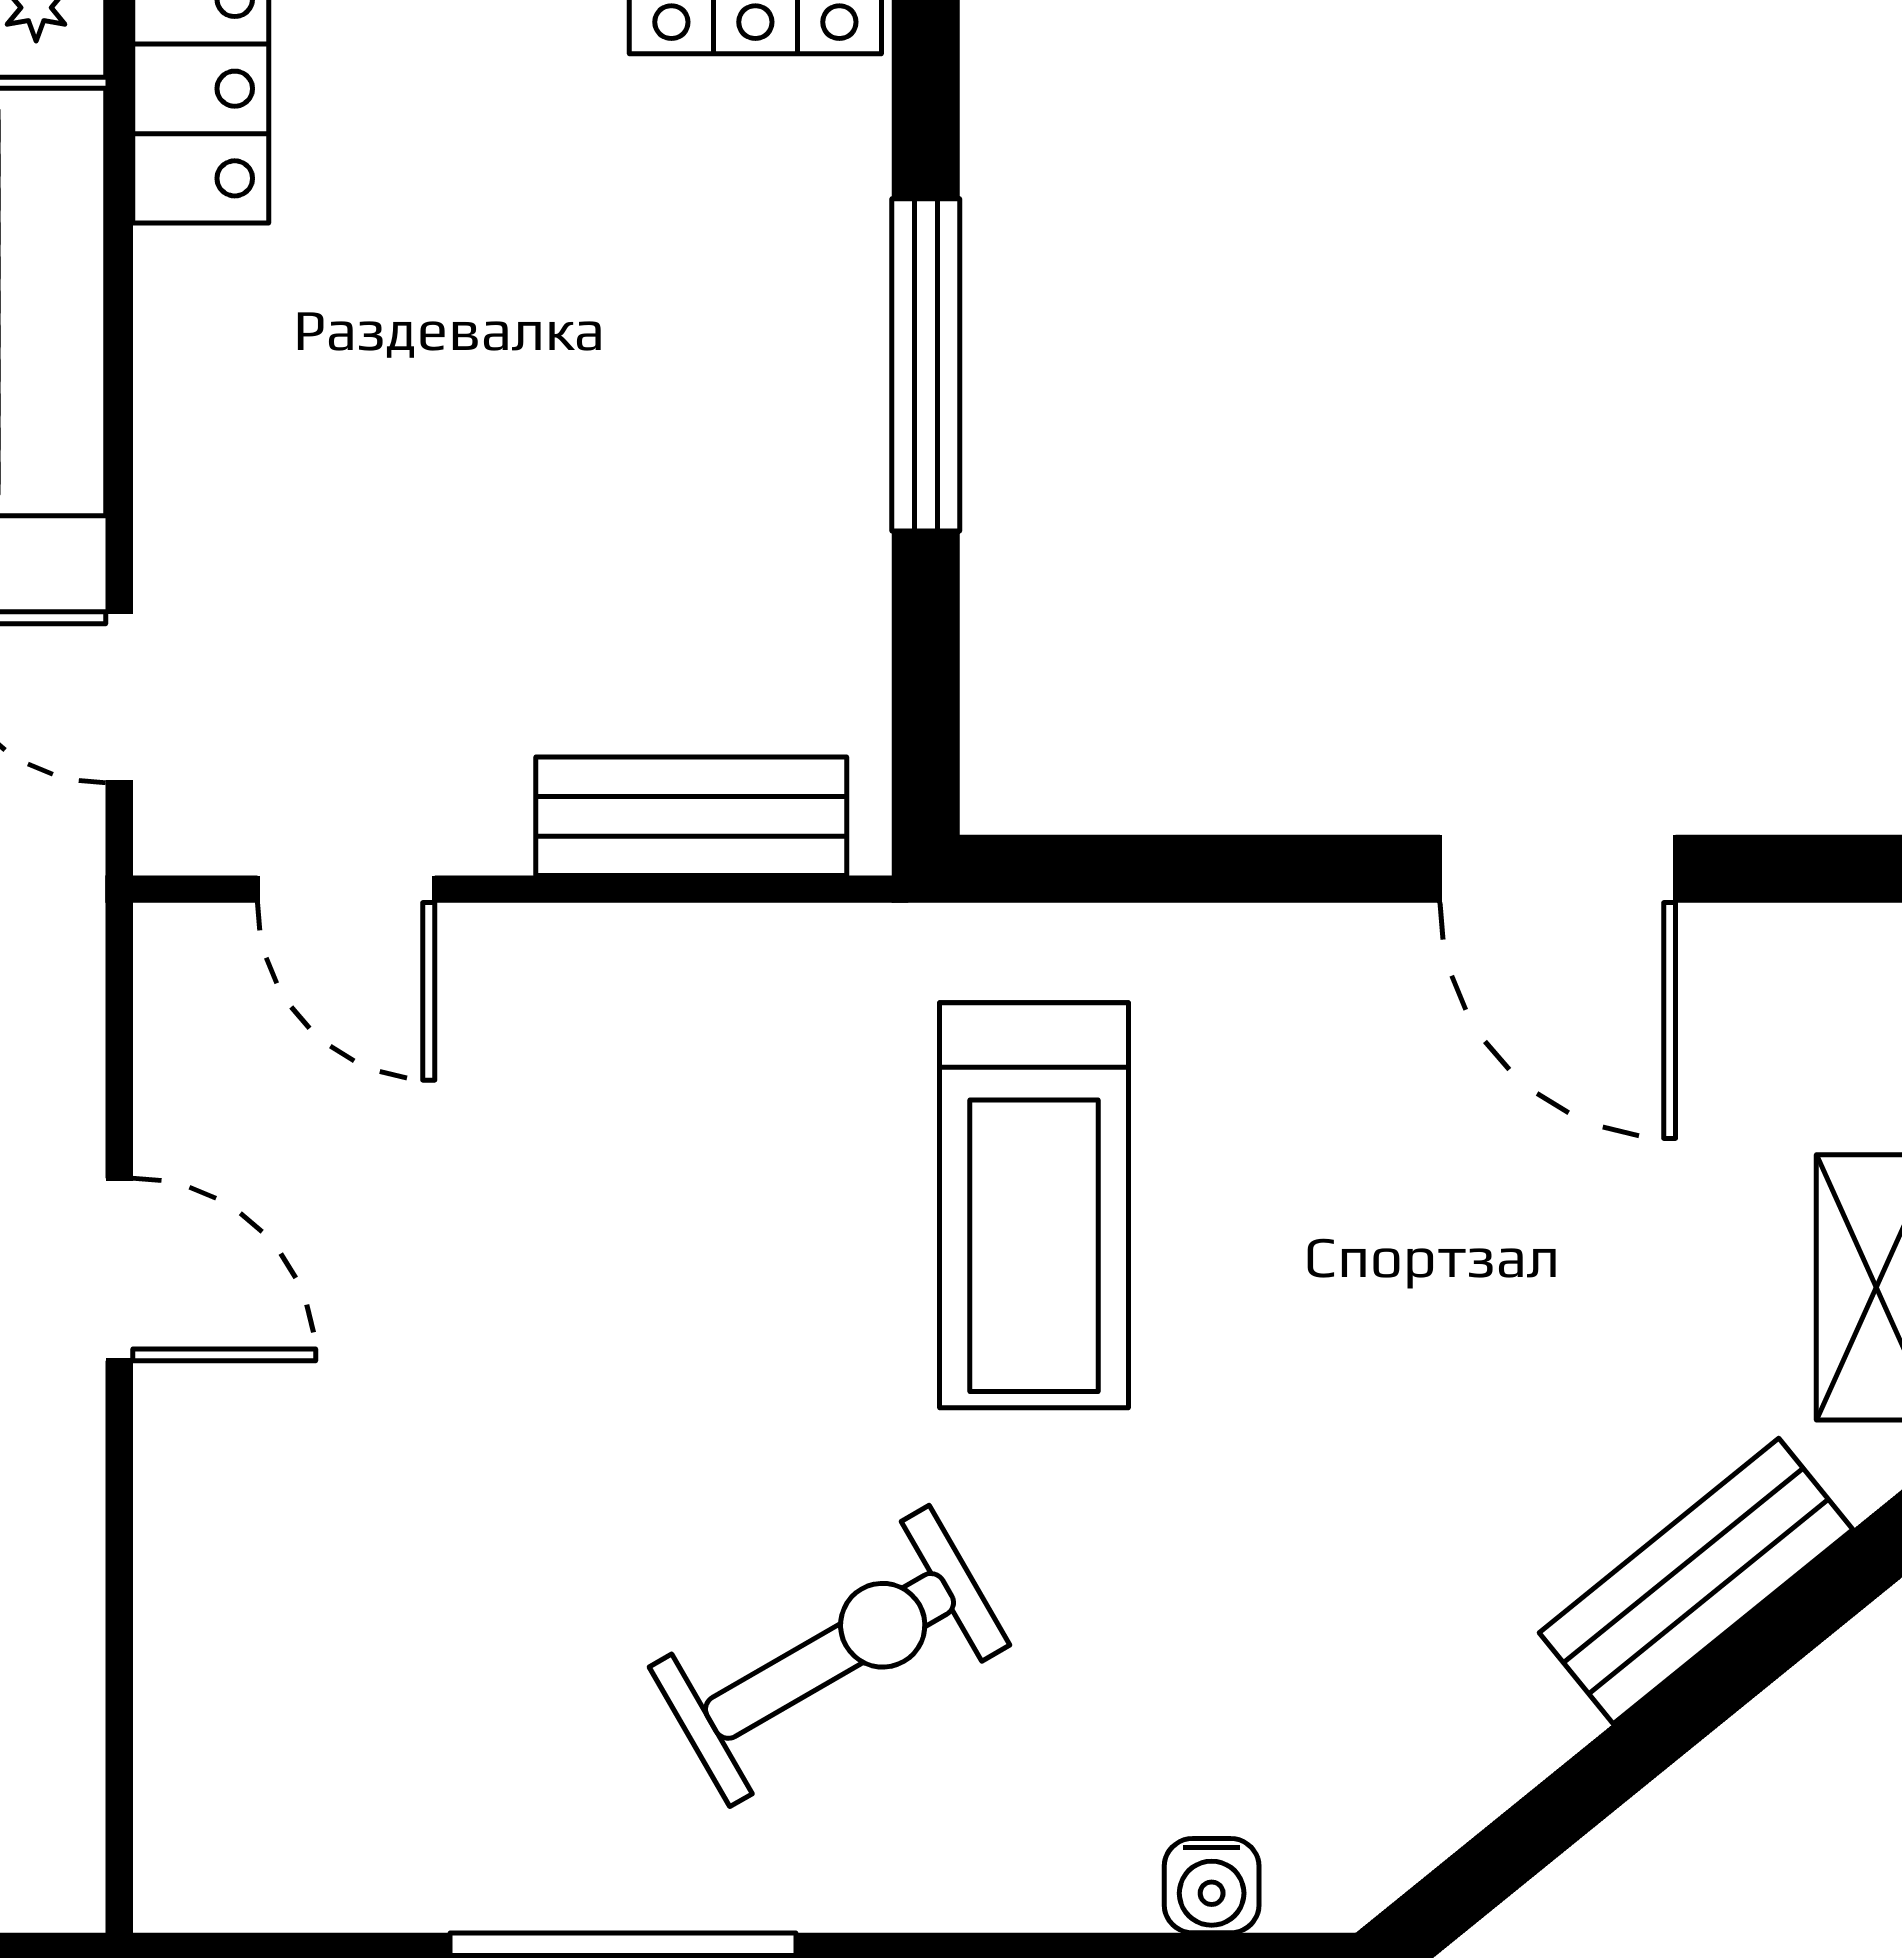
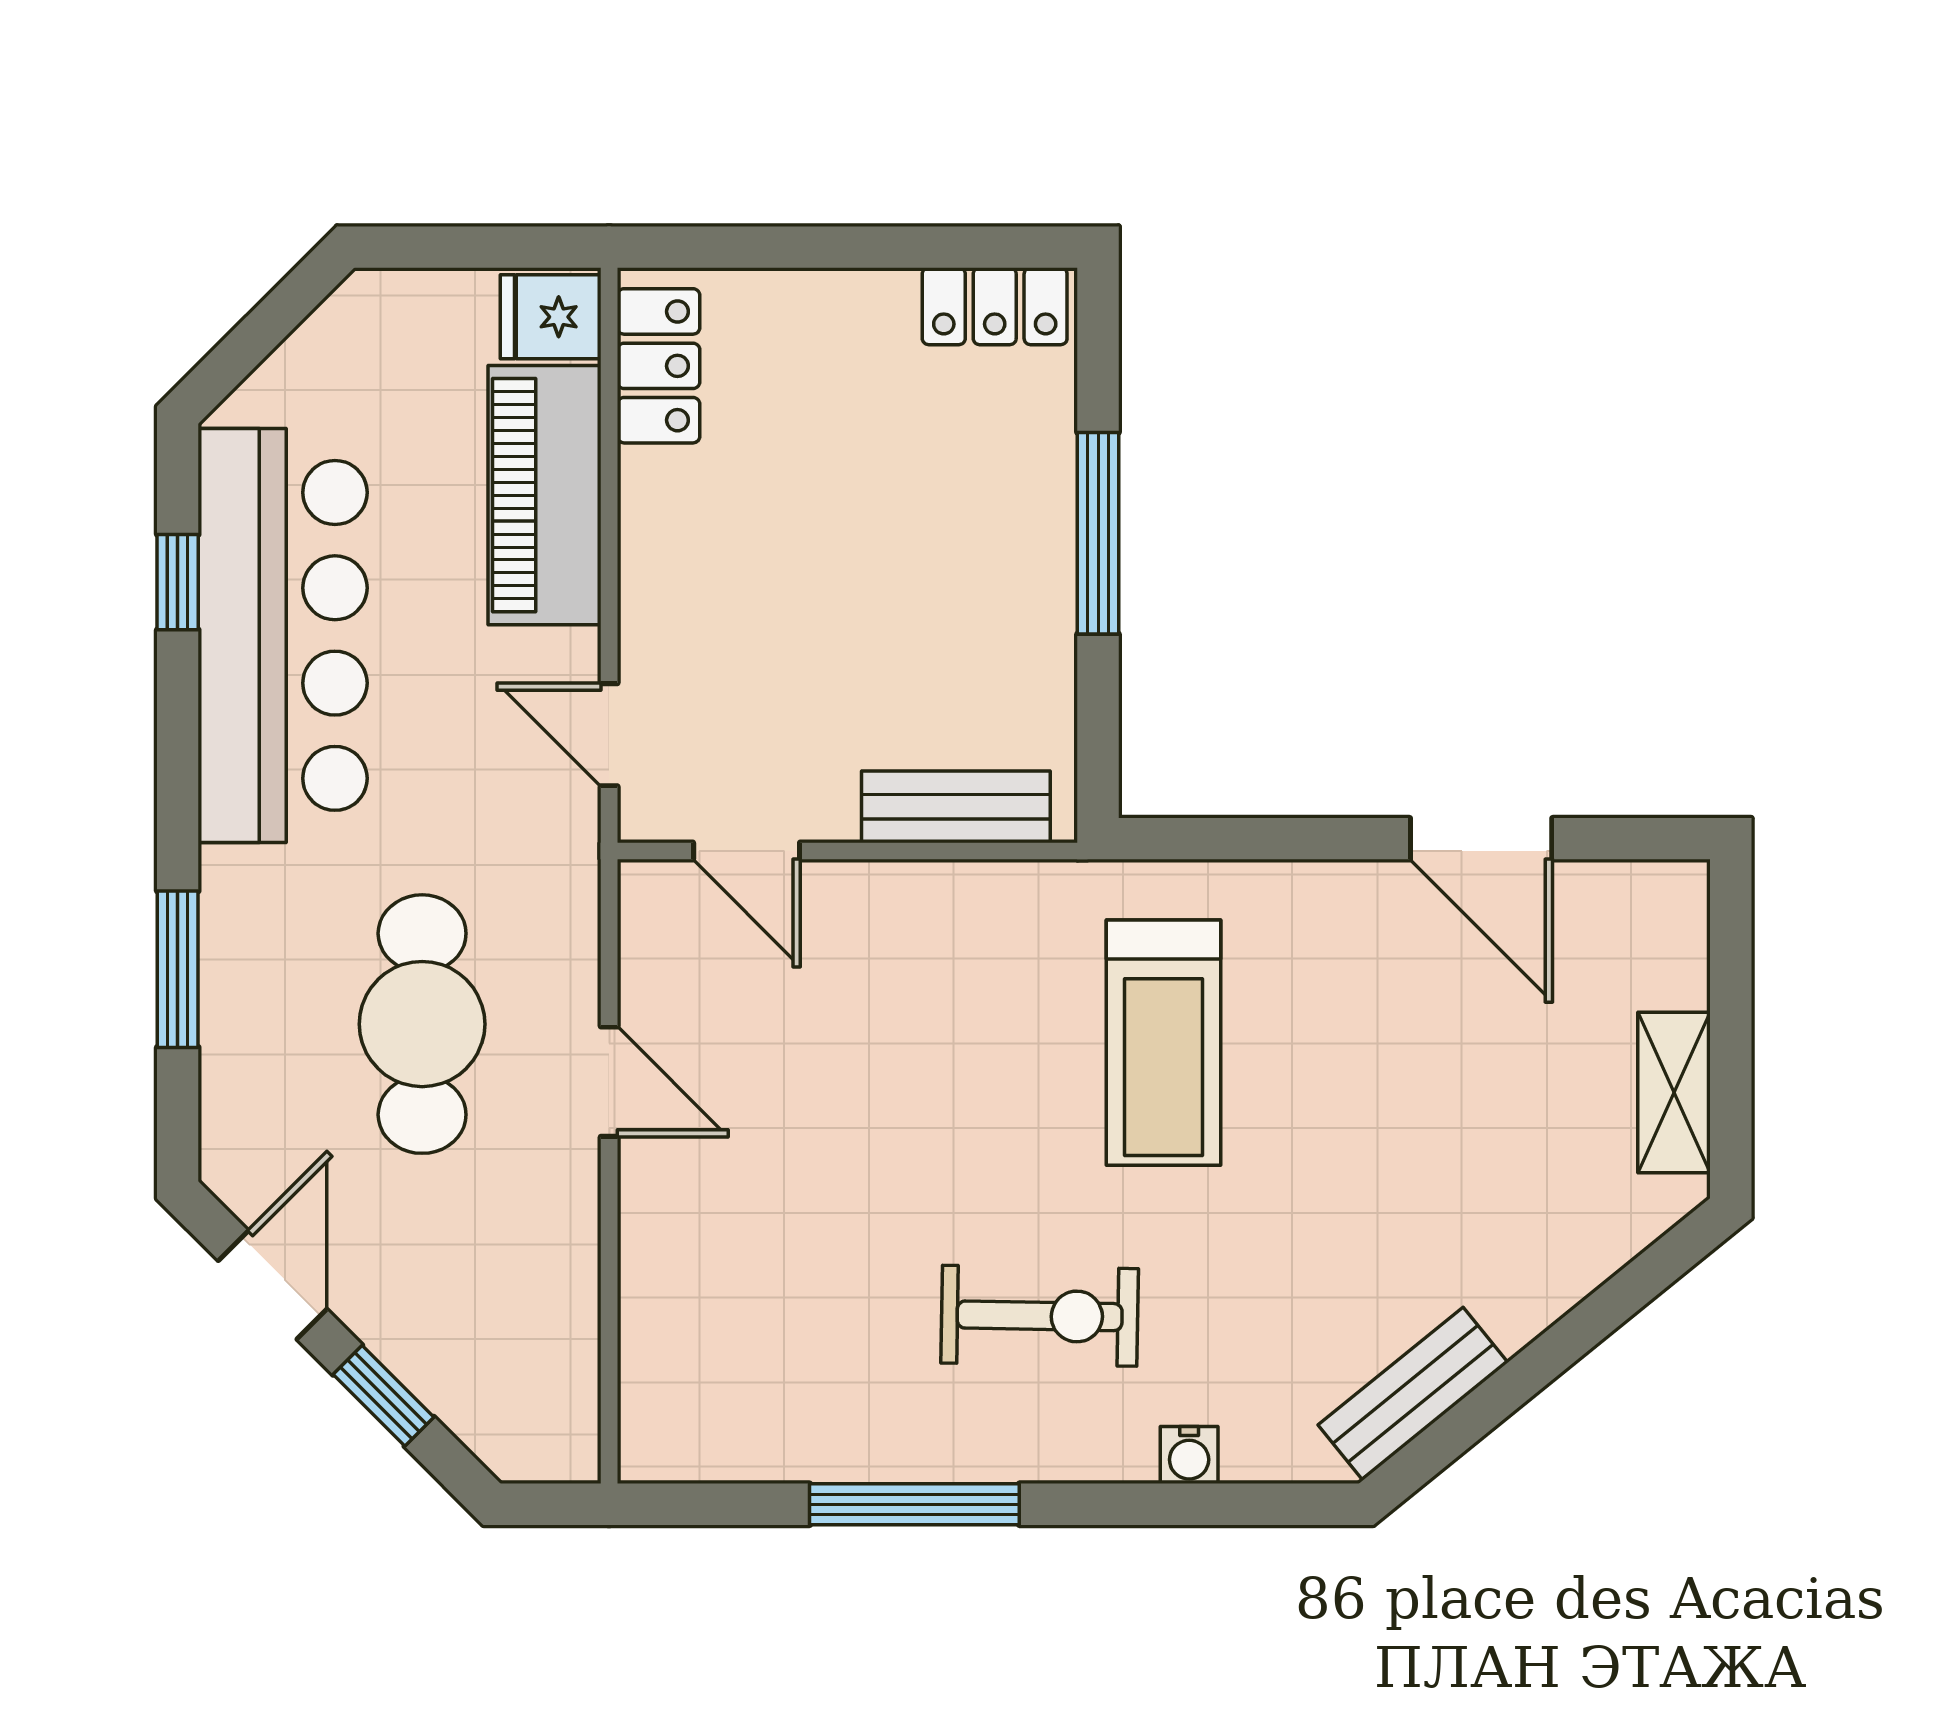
bench: (1696, 1581) -> (1413, 1394), moved
exercise bike: (830, 1656) -> (1040, 1316), turned 31
water cooler: (1212, 1886) -> (1189, 1455), moved

